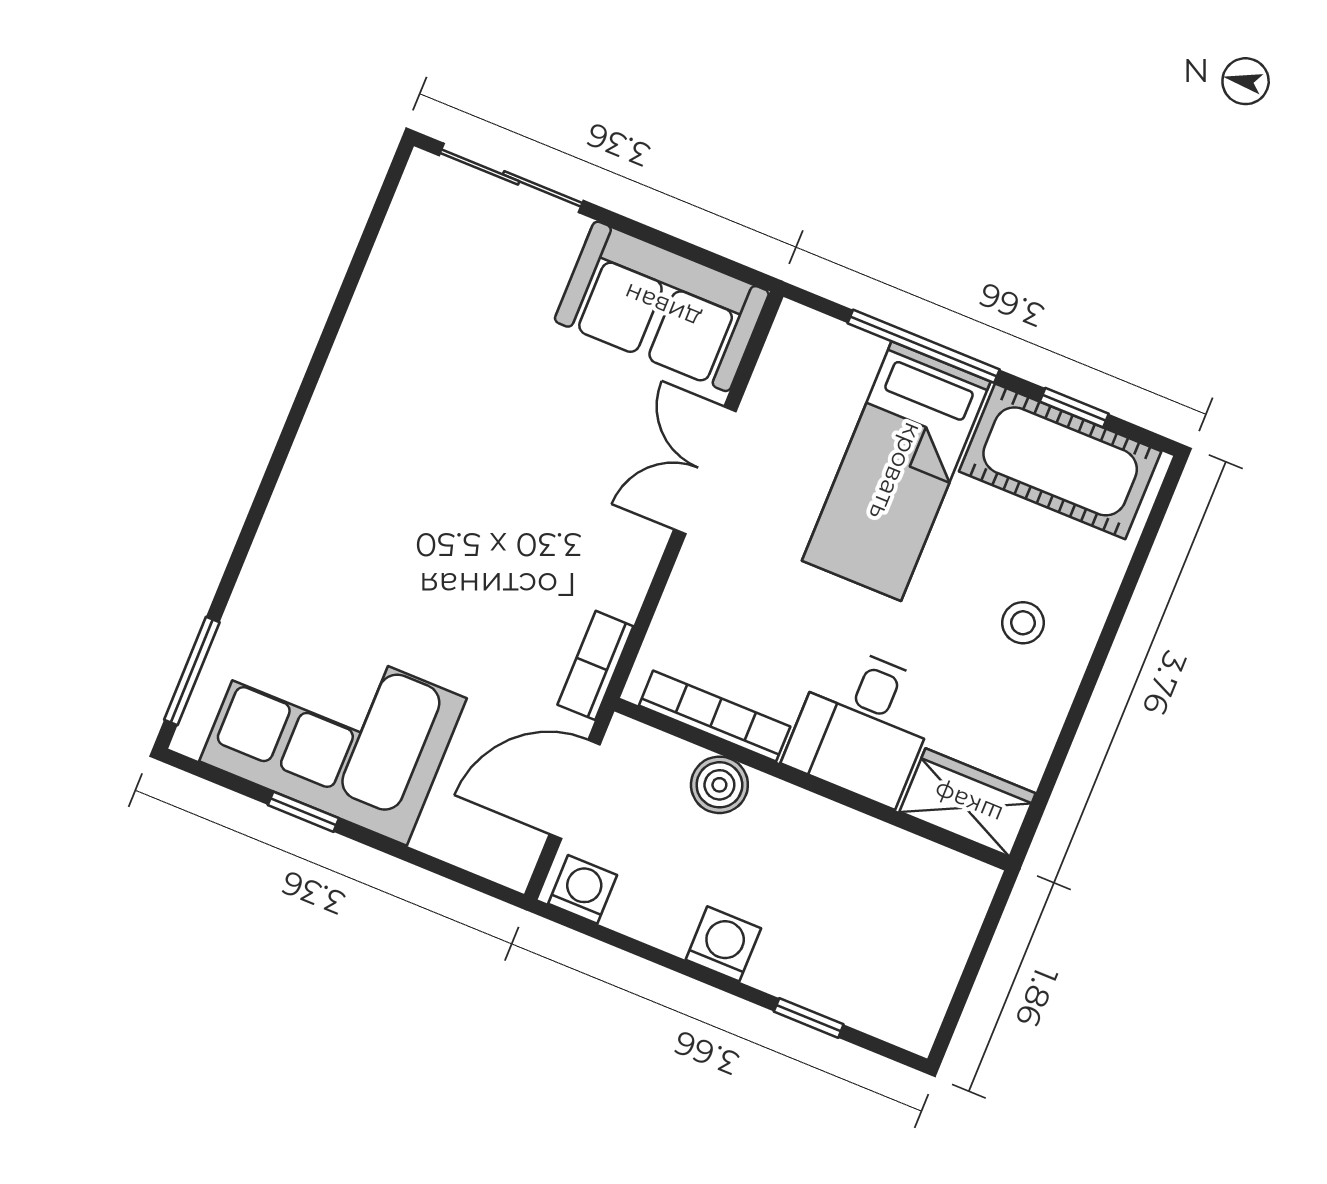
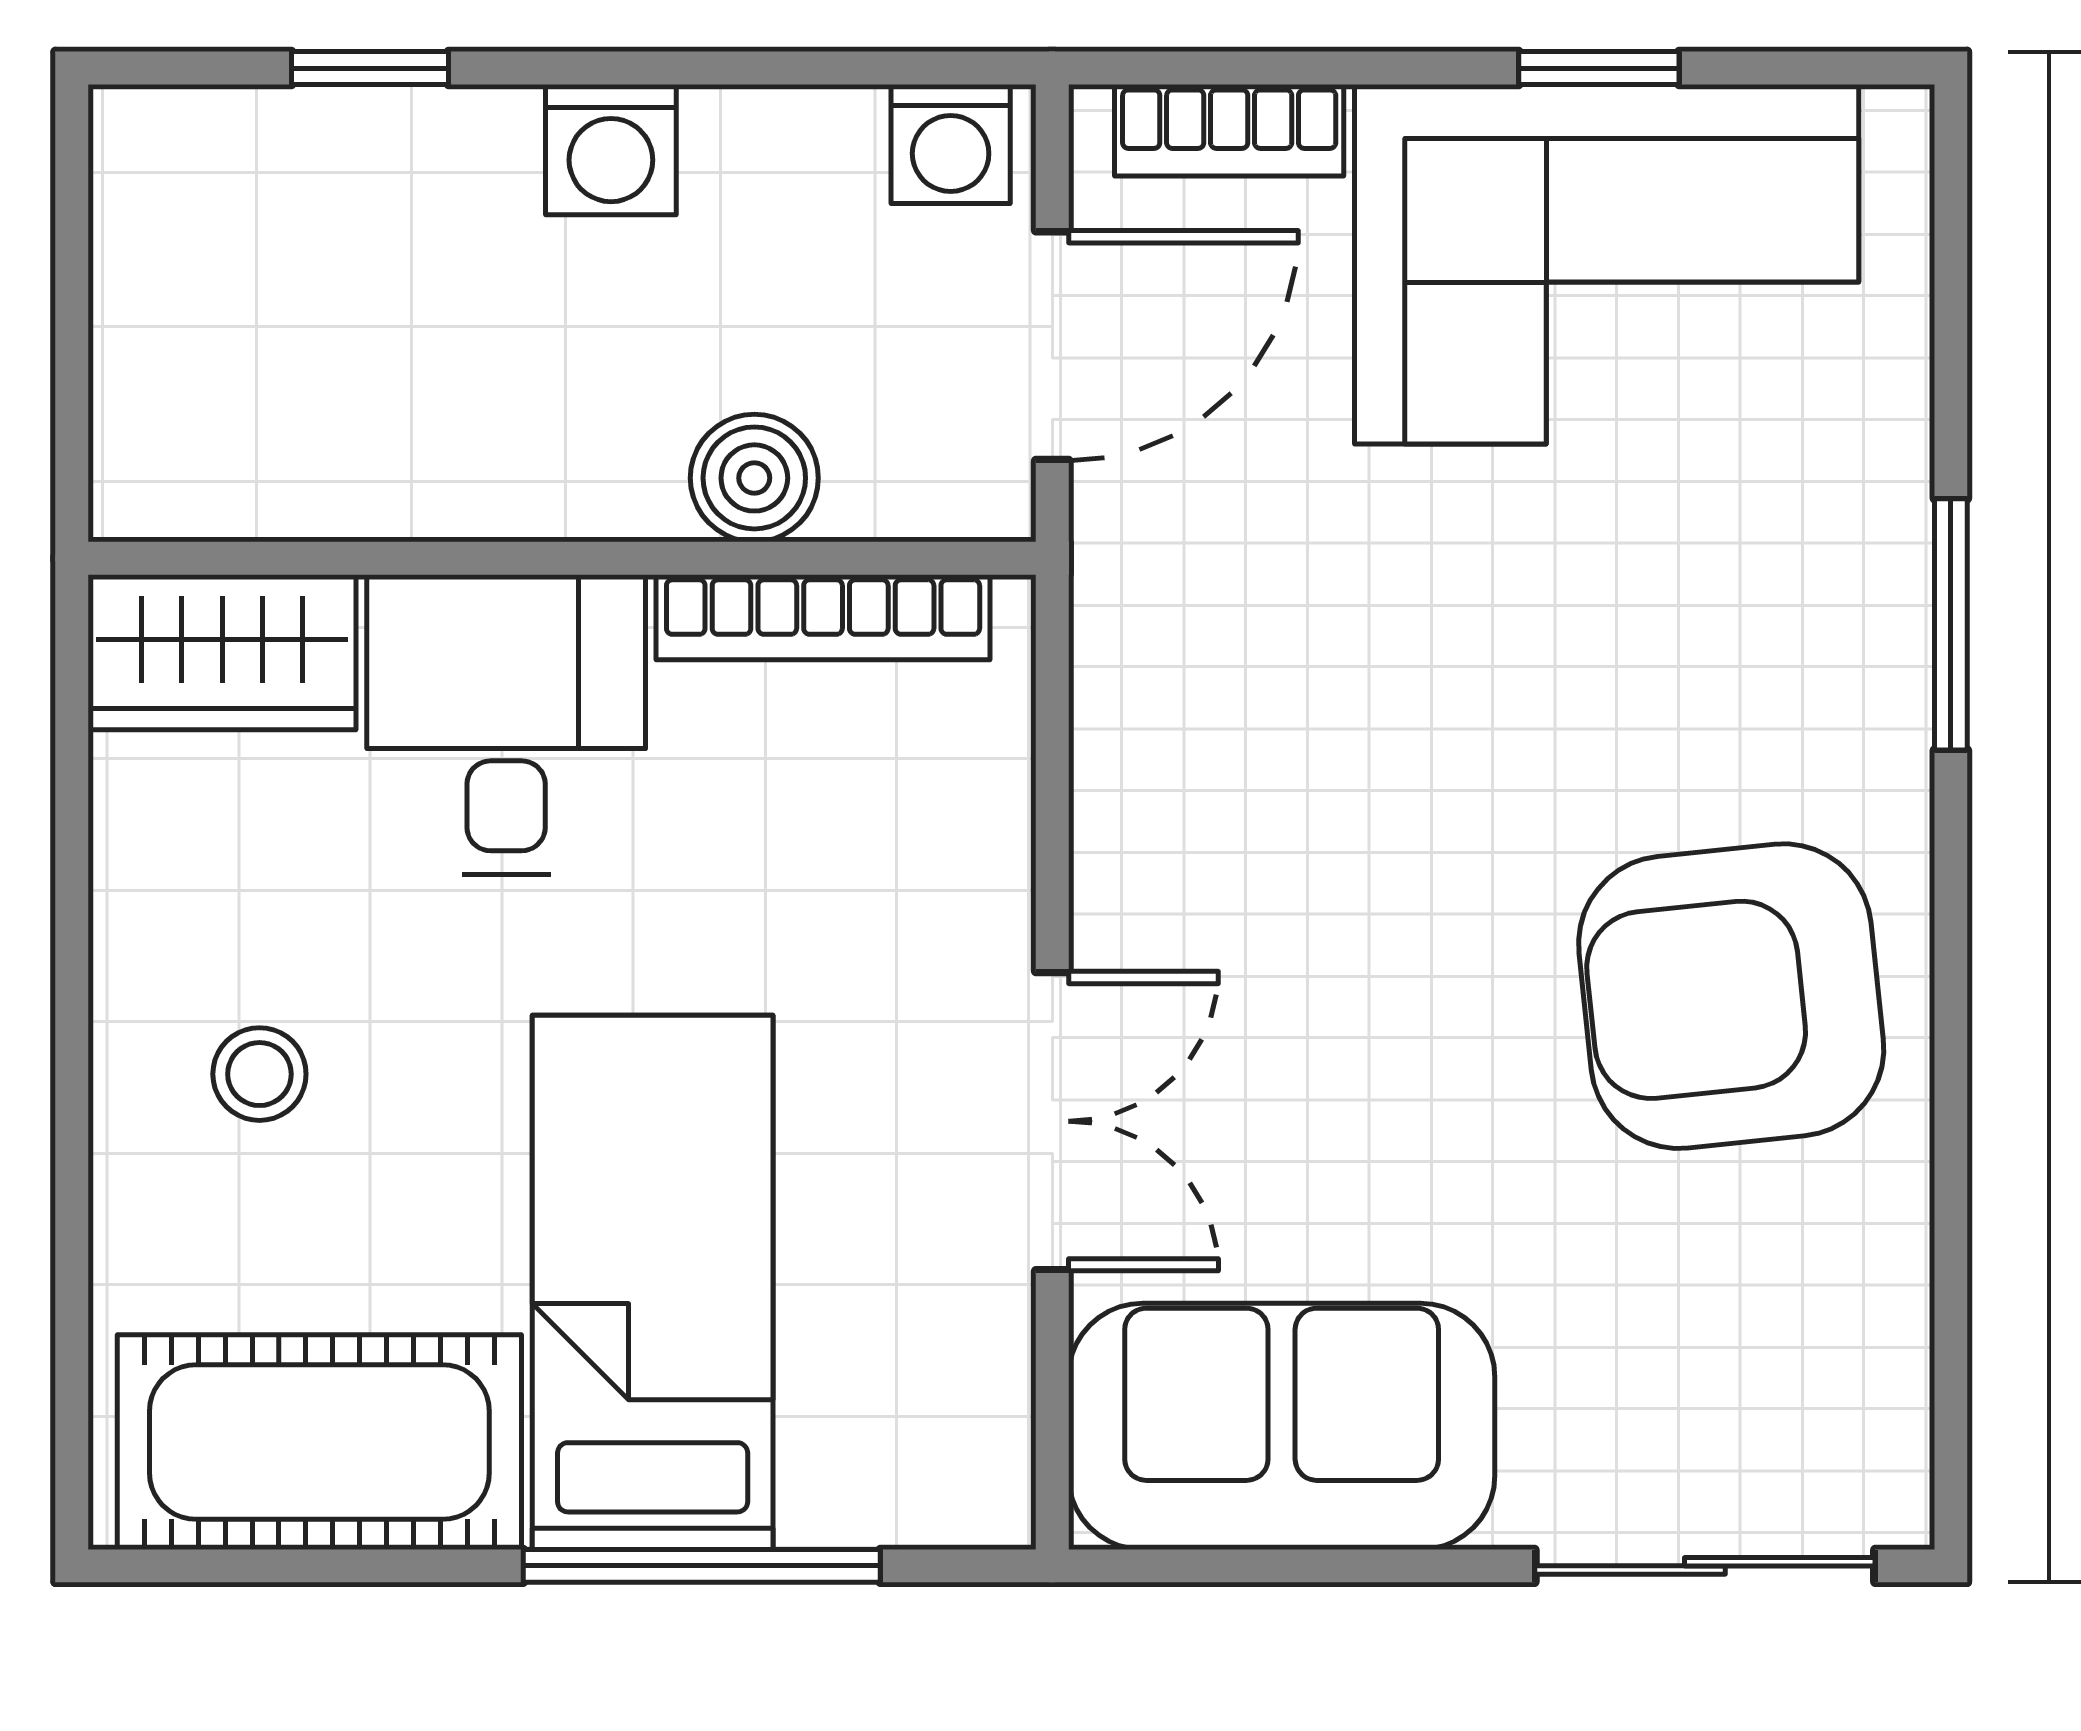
armchair: (405, 408) -> (1731, 996), added
window: (1074, 408) -> (336, 1566), removed
bookcase: (595, 665) -> (1229, 130), moved, turned 90
window: (192, 671) -> (1951, 624), moved

